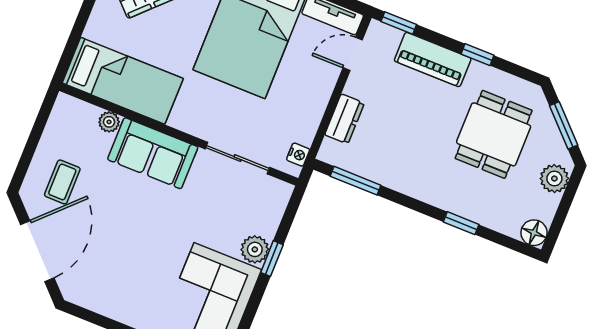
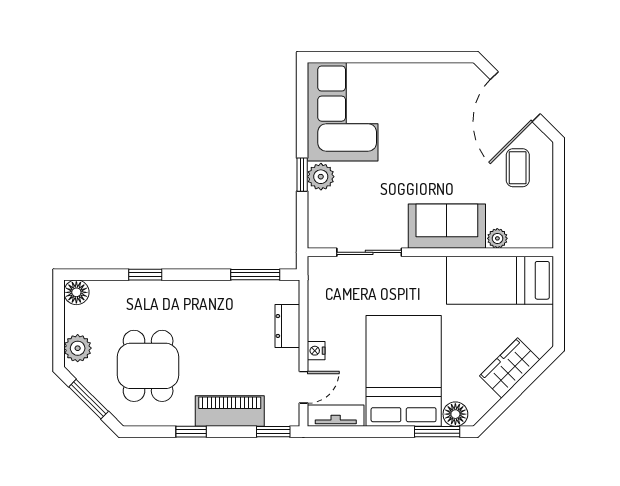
nightstand: (298, 155) -> (316, 351), moved

